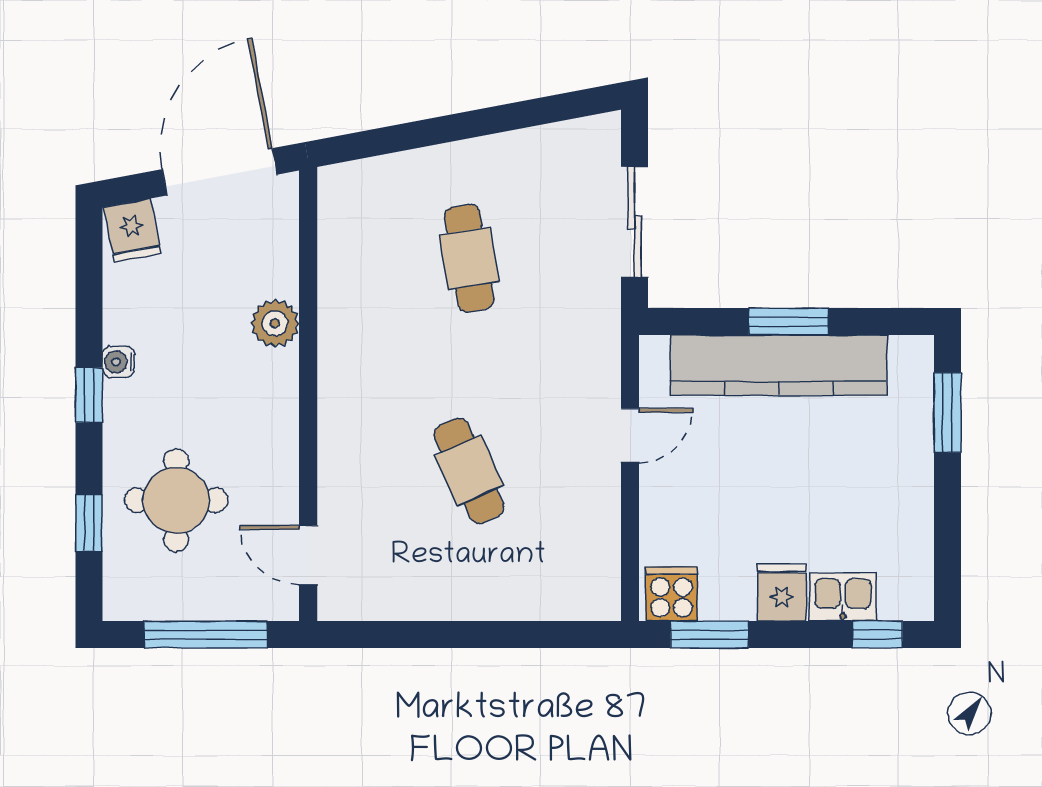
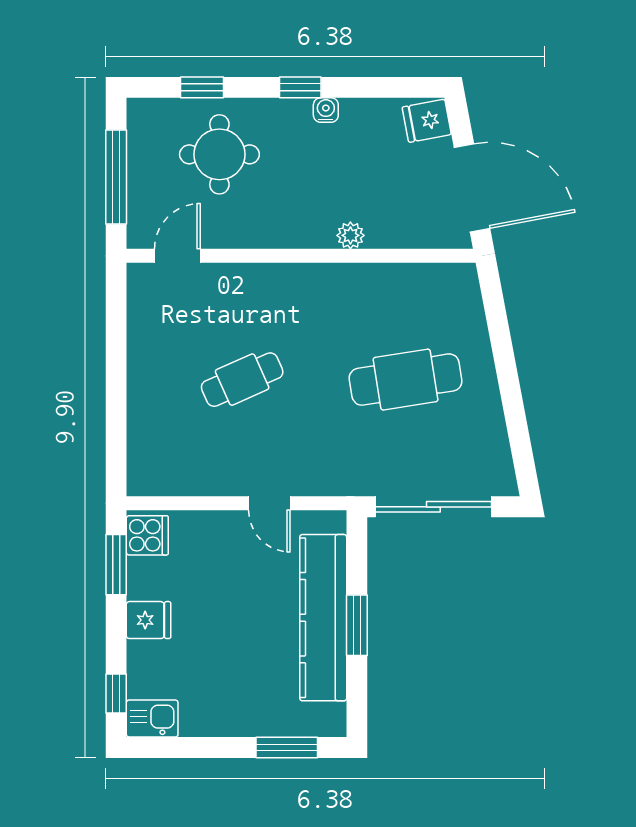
sliding door: (634, 222) -> (433, 507), width x1.37
cafe table: (469, 258) -> (406, 380), width x1.37, depth x1.35
plant: (275, 323) -> (350, 235), width x0.73, depth x0.73
kitchen sink: (843, 597) -> (152, 719), moved, turned -90

